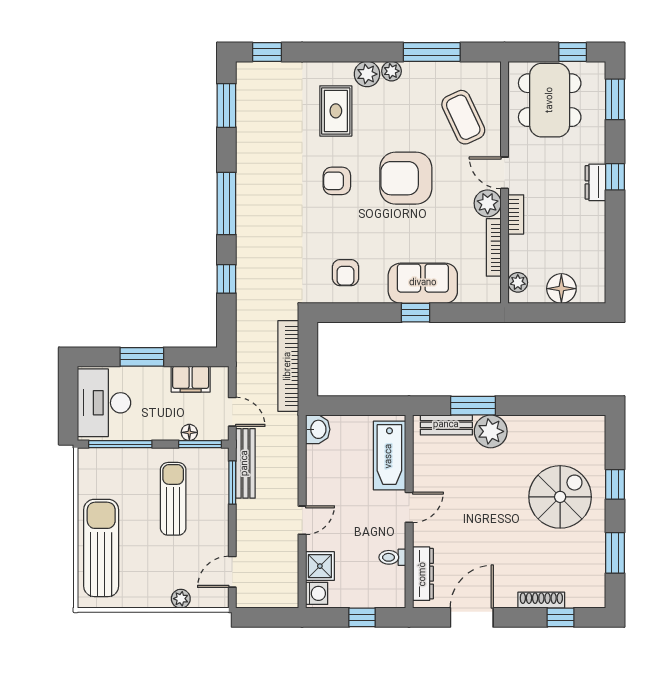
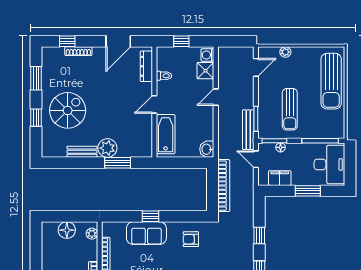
armchair: (345, 273) -> (191, 239), turned -90
bench: (446, 425) -> (82, 152), moved
spiral stairs: (560, 497) -> (68, 110), turned 180

